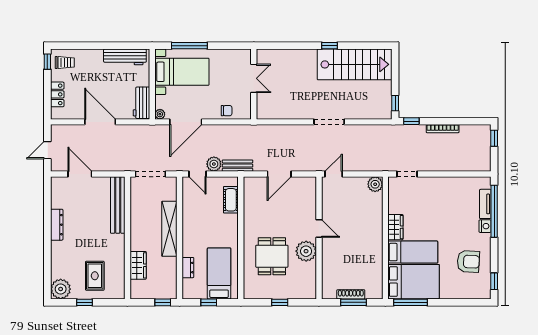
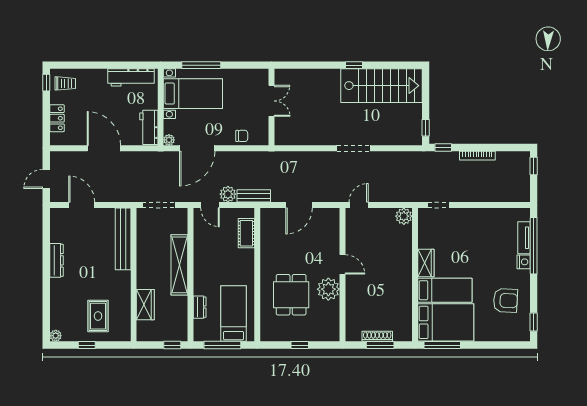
plant: (61, 289) -> (56, 336), width x0.53, depth x0.53
window: (209, 302) -> (222, 345), width x2.17

